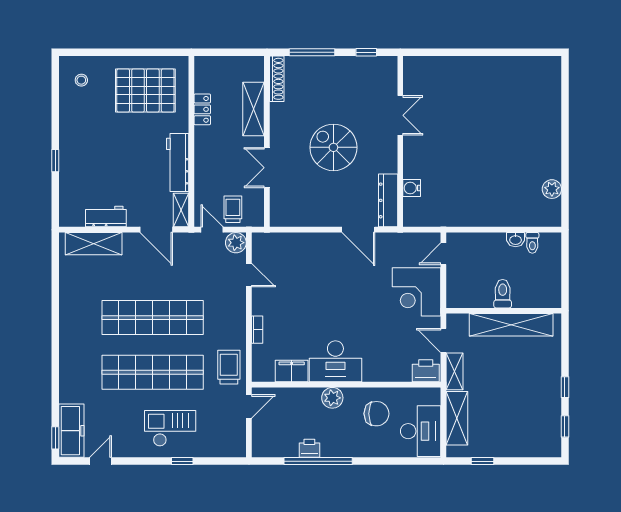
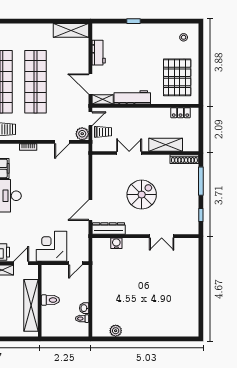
locker: (202, 109) -> (180, 113), moved
door: (156, 230) -> (90, 84), hinge flipped
shelving: (94, 244) -> (71, 30), moved, turned 90
door: (443, 254) -> (75, 263), swing flipped

